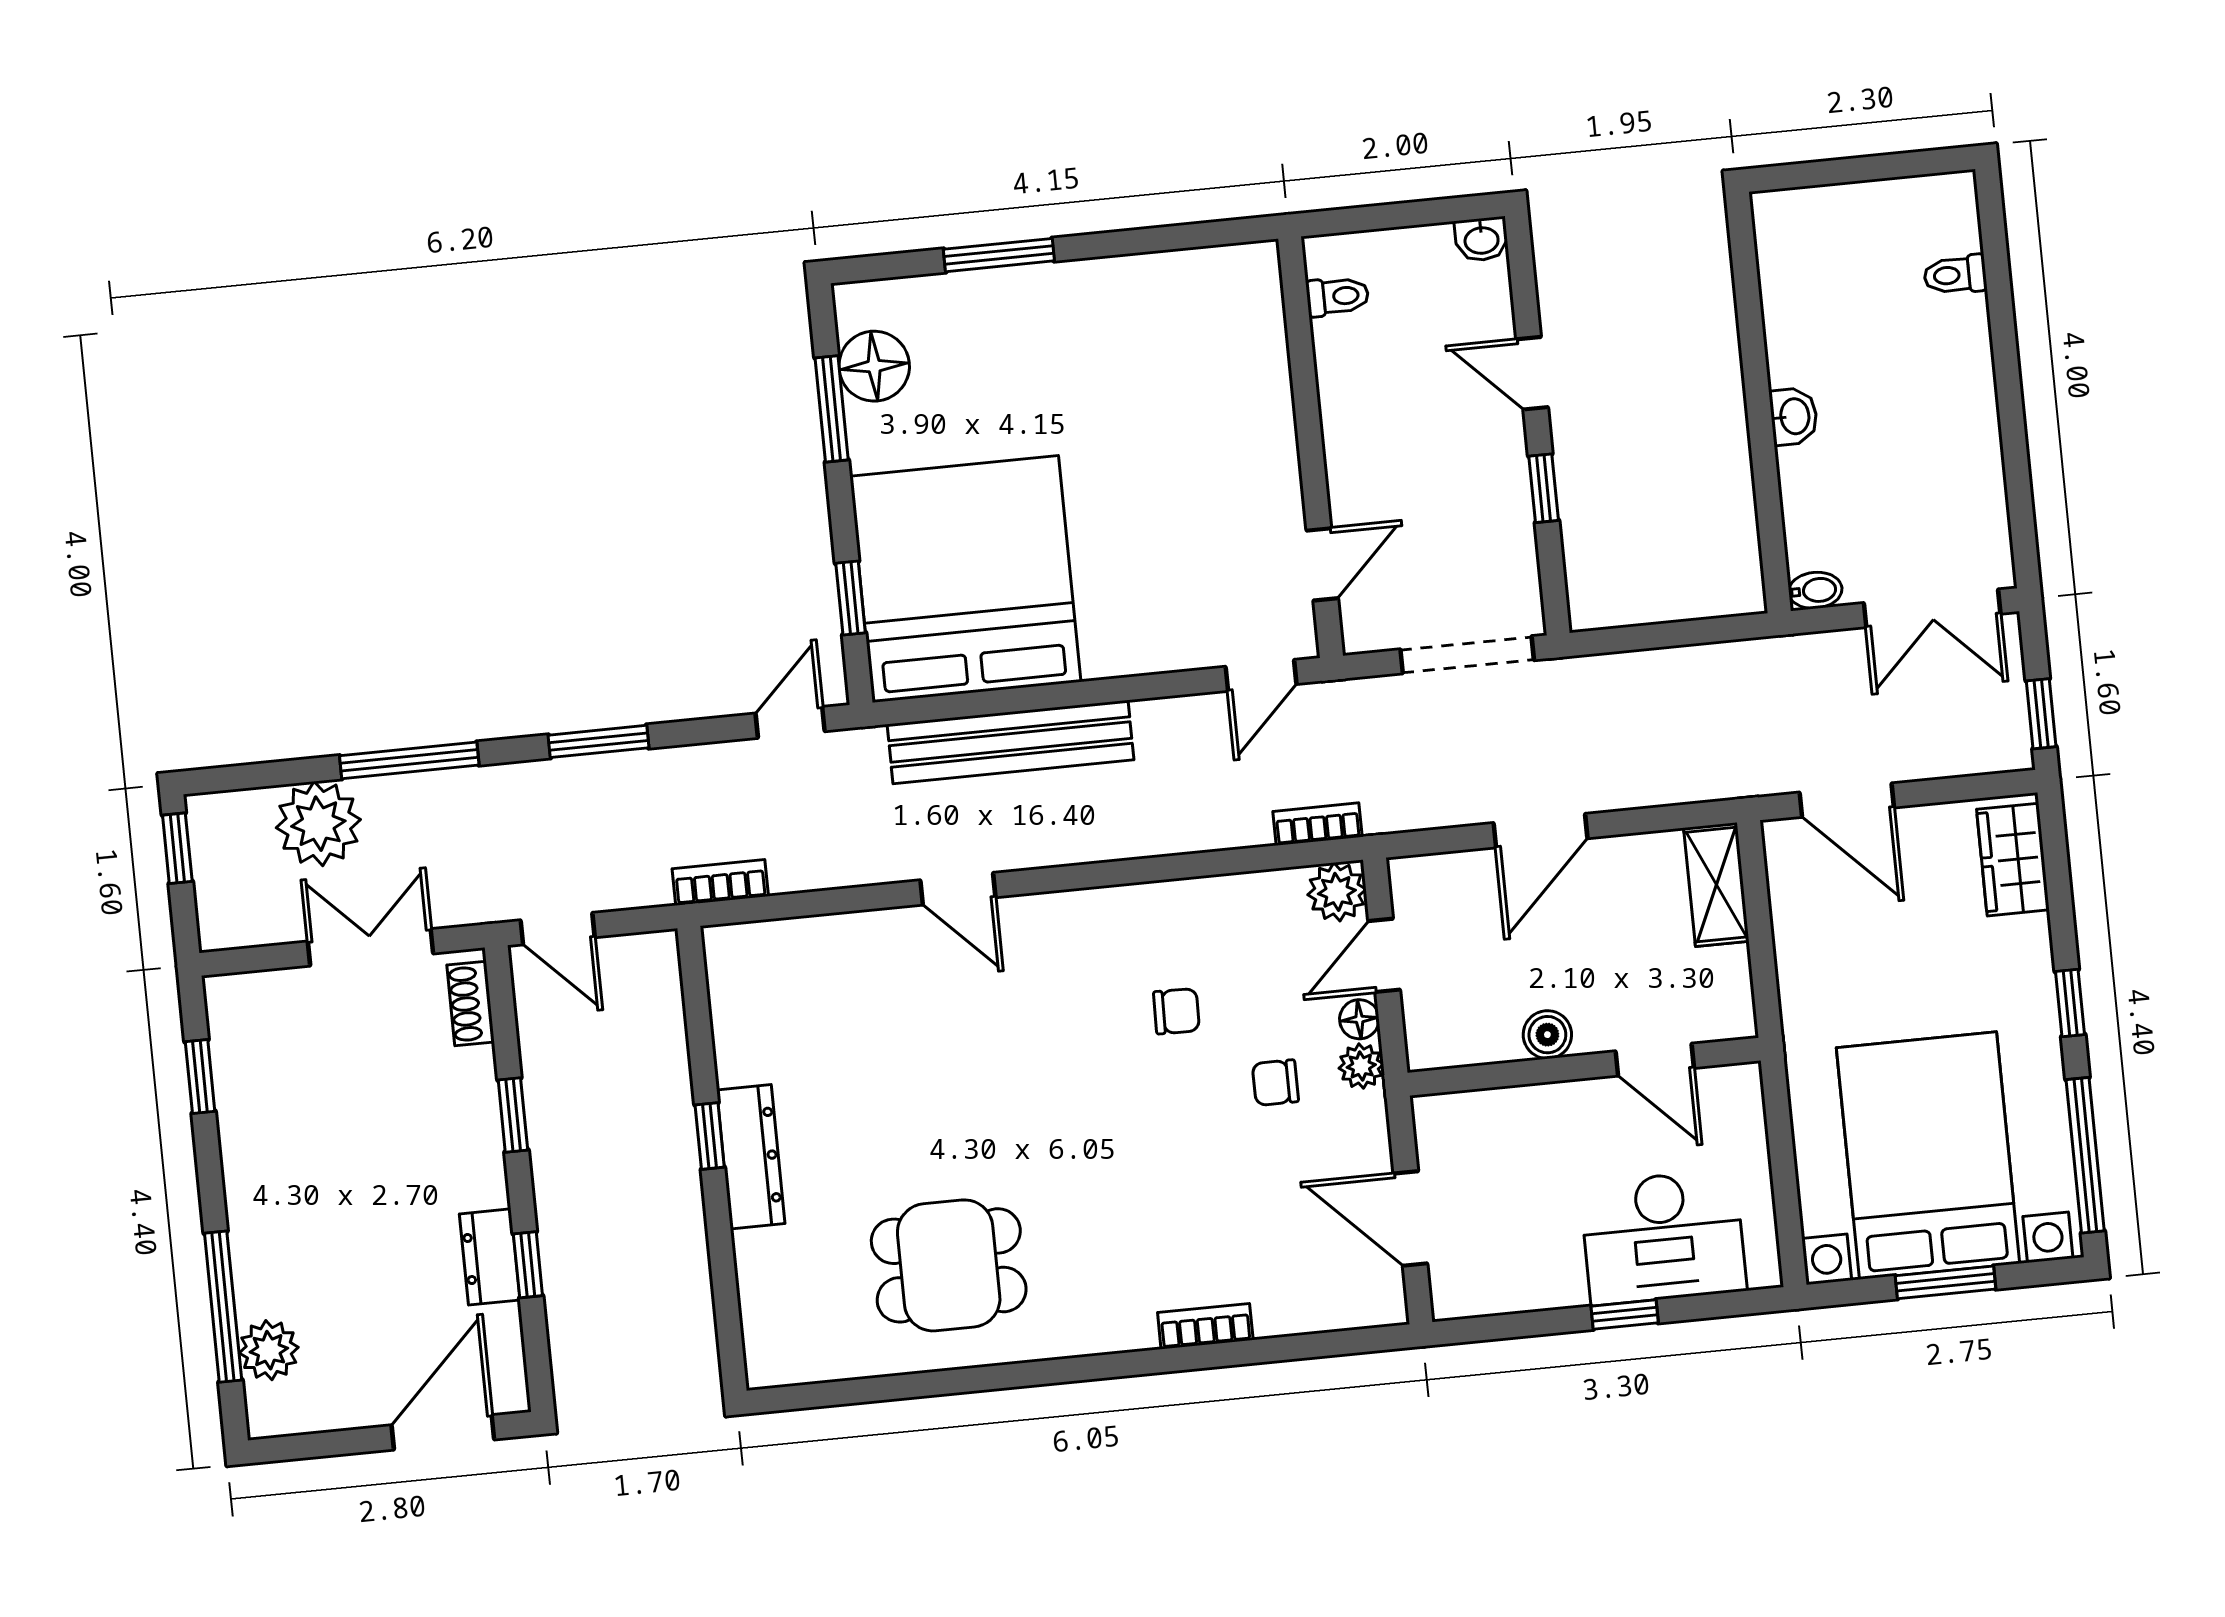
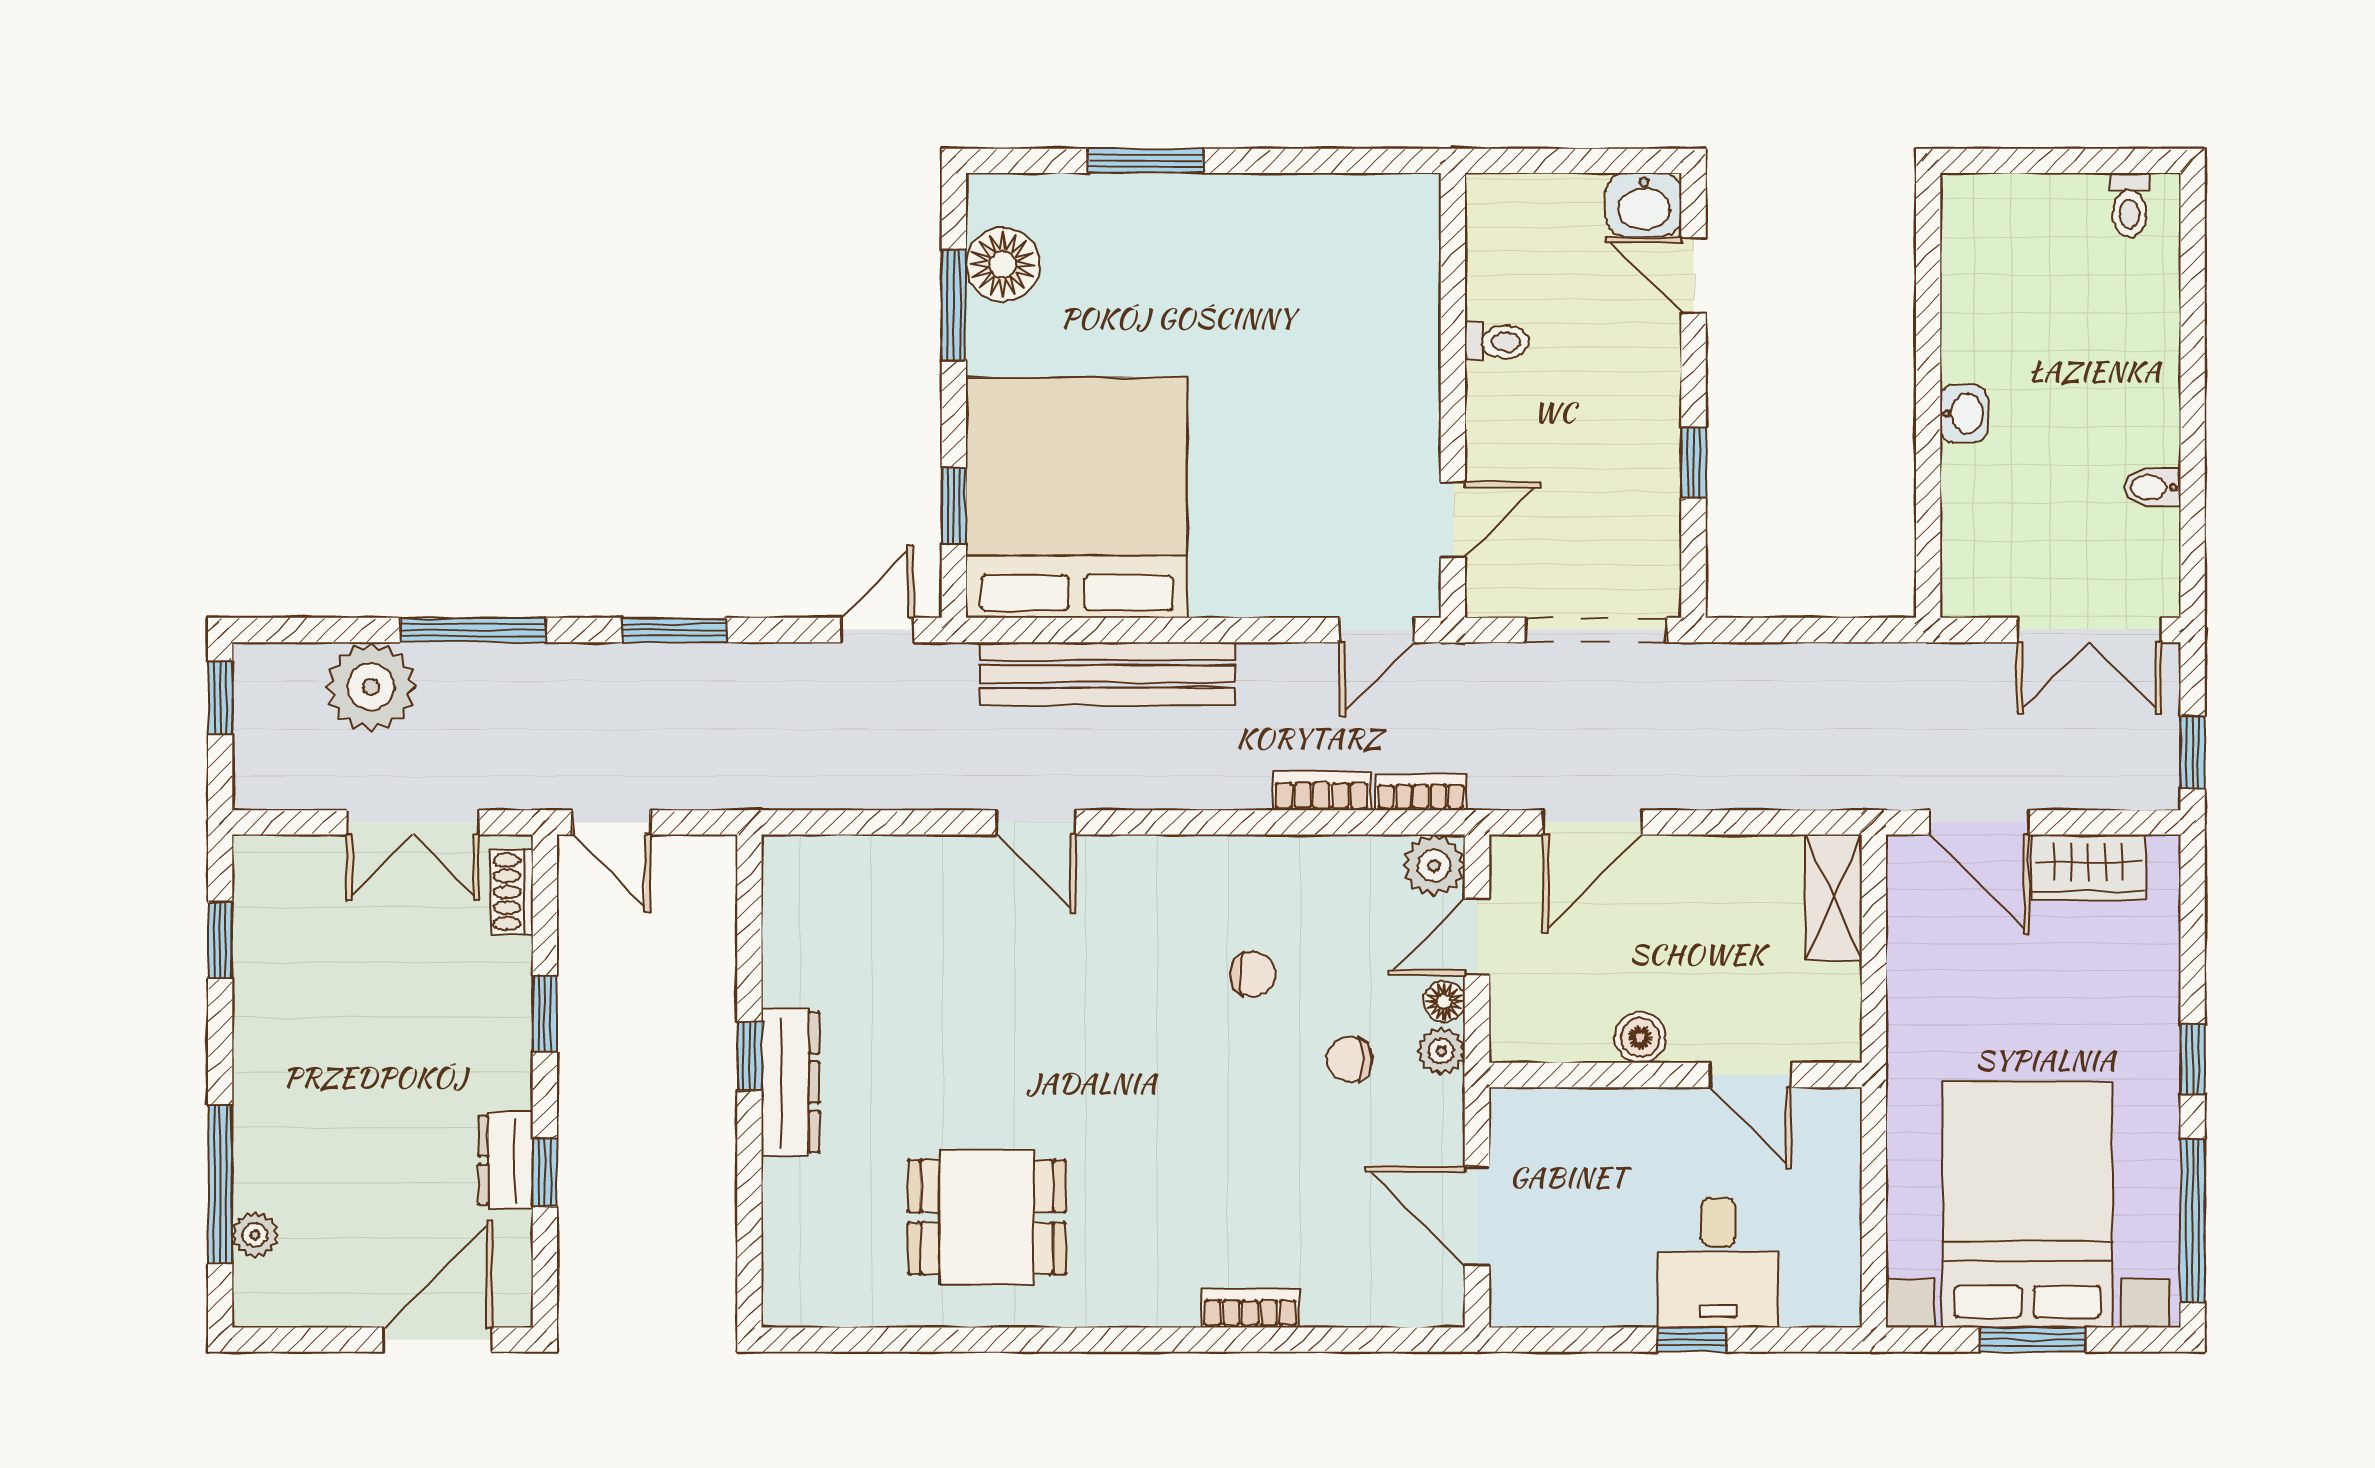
washbasin: (1481, 239) -> (1644, 205), width x1.38, depth x1.45
toilet: (1955, 275) -> (2130, 205), moved, turned -90
toilet: (1337, 296) -> (1497, 342), moved
door: (1532, 373) -> (1694, 275), moved
bidet: (1815, 590) -> (2152, 487), moved, turned 180
door: (1541, 831) -> (1592, 822), moved
wardrobe: (2013, 860) -> (2088, 867), moved, turned -90
bookcase: (720, 882) -> (1321, 791), moved
double door: (370, 947) -> (413, 822), swing flipped
desk: (1663, 1237) -> (1718, 1263), width x0.73
plant: (269, 1350) -> (255, 1235), width x0.73, depth x0.73

